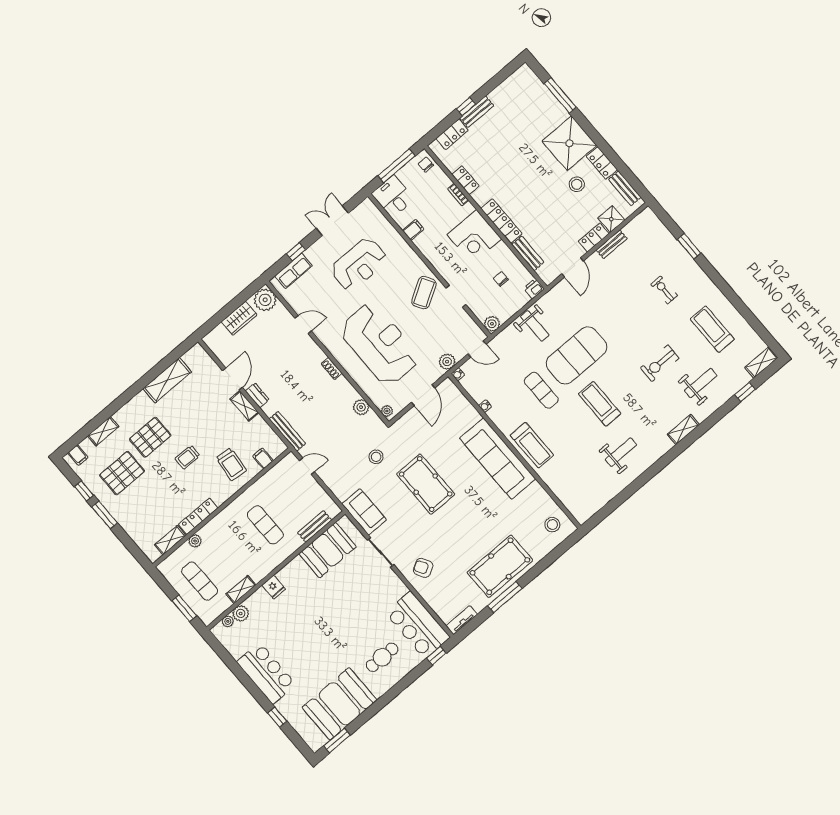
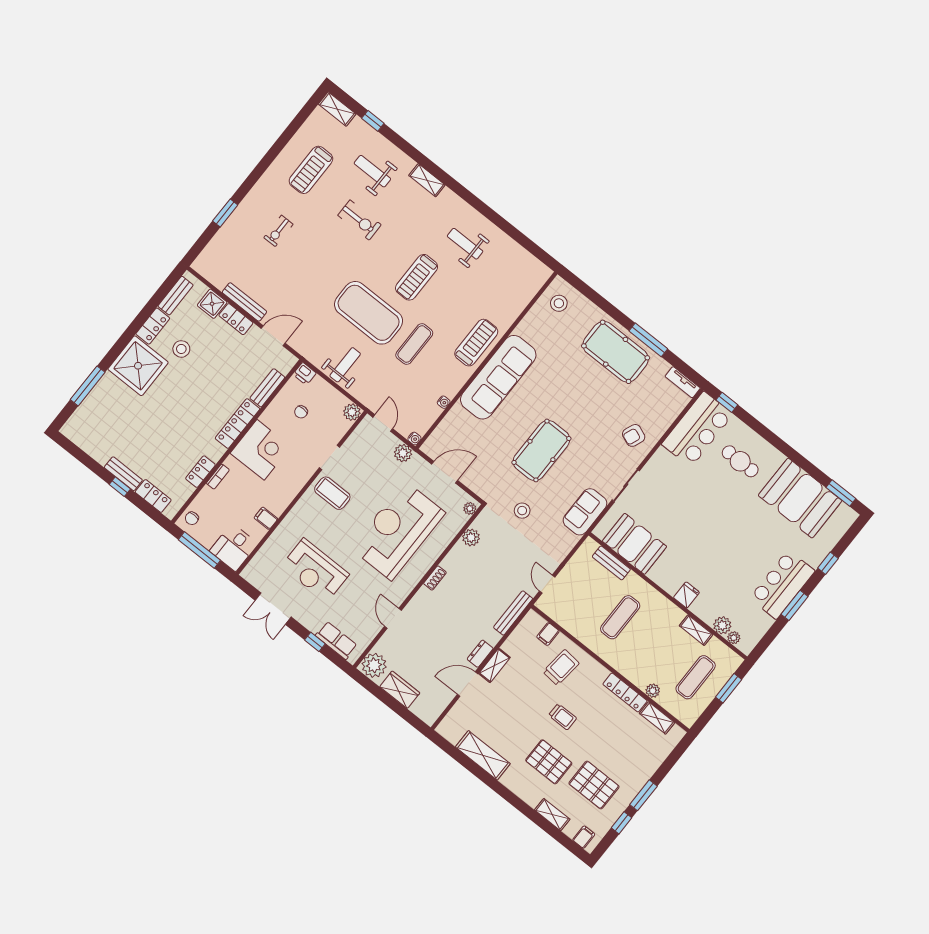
bench: (612, 244) -> (244, 302), width x1.36
reception desk: (359, 264) -> (315, 570), turned 180
coffee table: (424, 293) -> (332, 493), turned 31
armchair: (423, 568) -> (634, 435), turned 52
window: (246, 680) -> (795, 605), added

